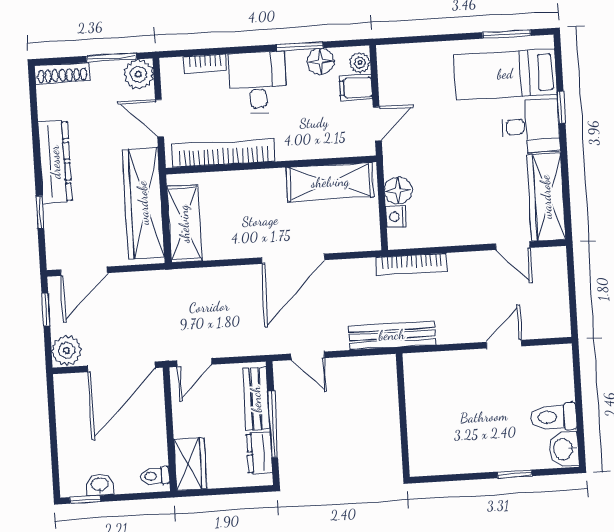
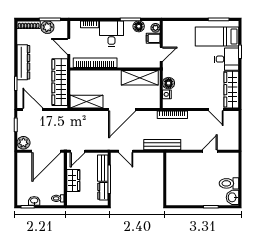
plant: (139, 74) -> (47, 27), moved
shelving: (184, 224) -> (87, 102), moved, turned 90
door: (84, 271) -> (33, 110), swing flipped
wardrobe: (190, 464) -> (73, 181), moved

